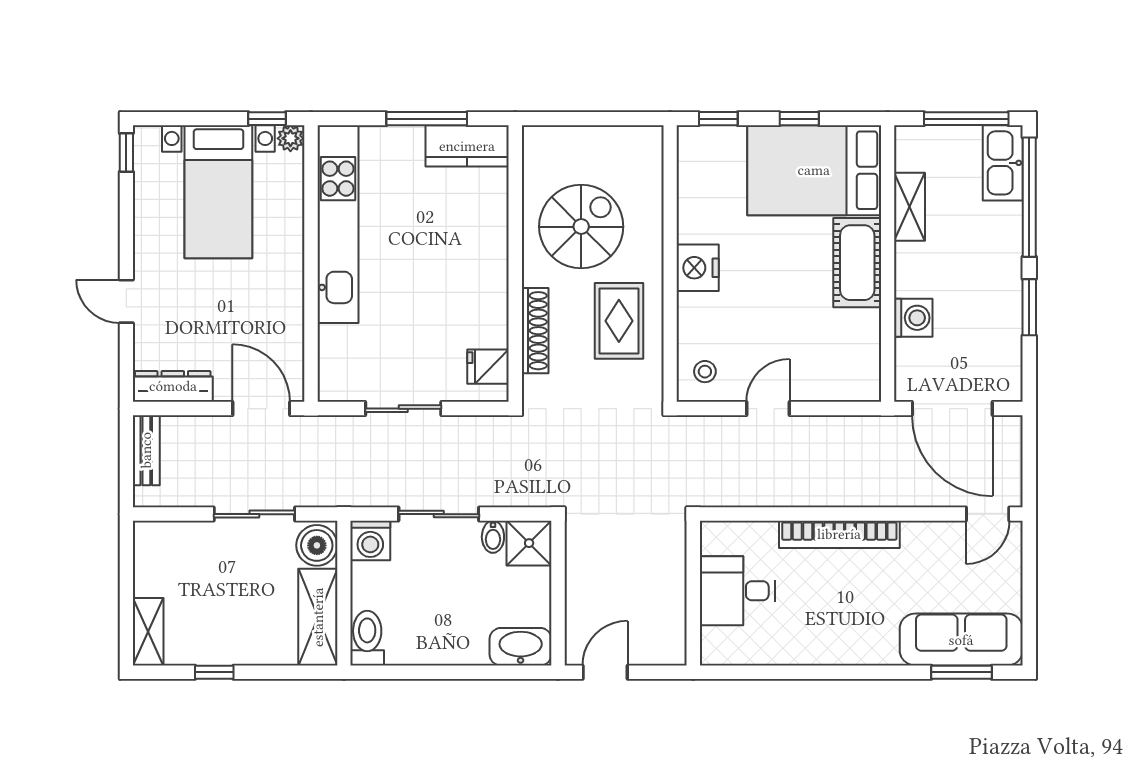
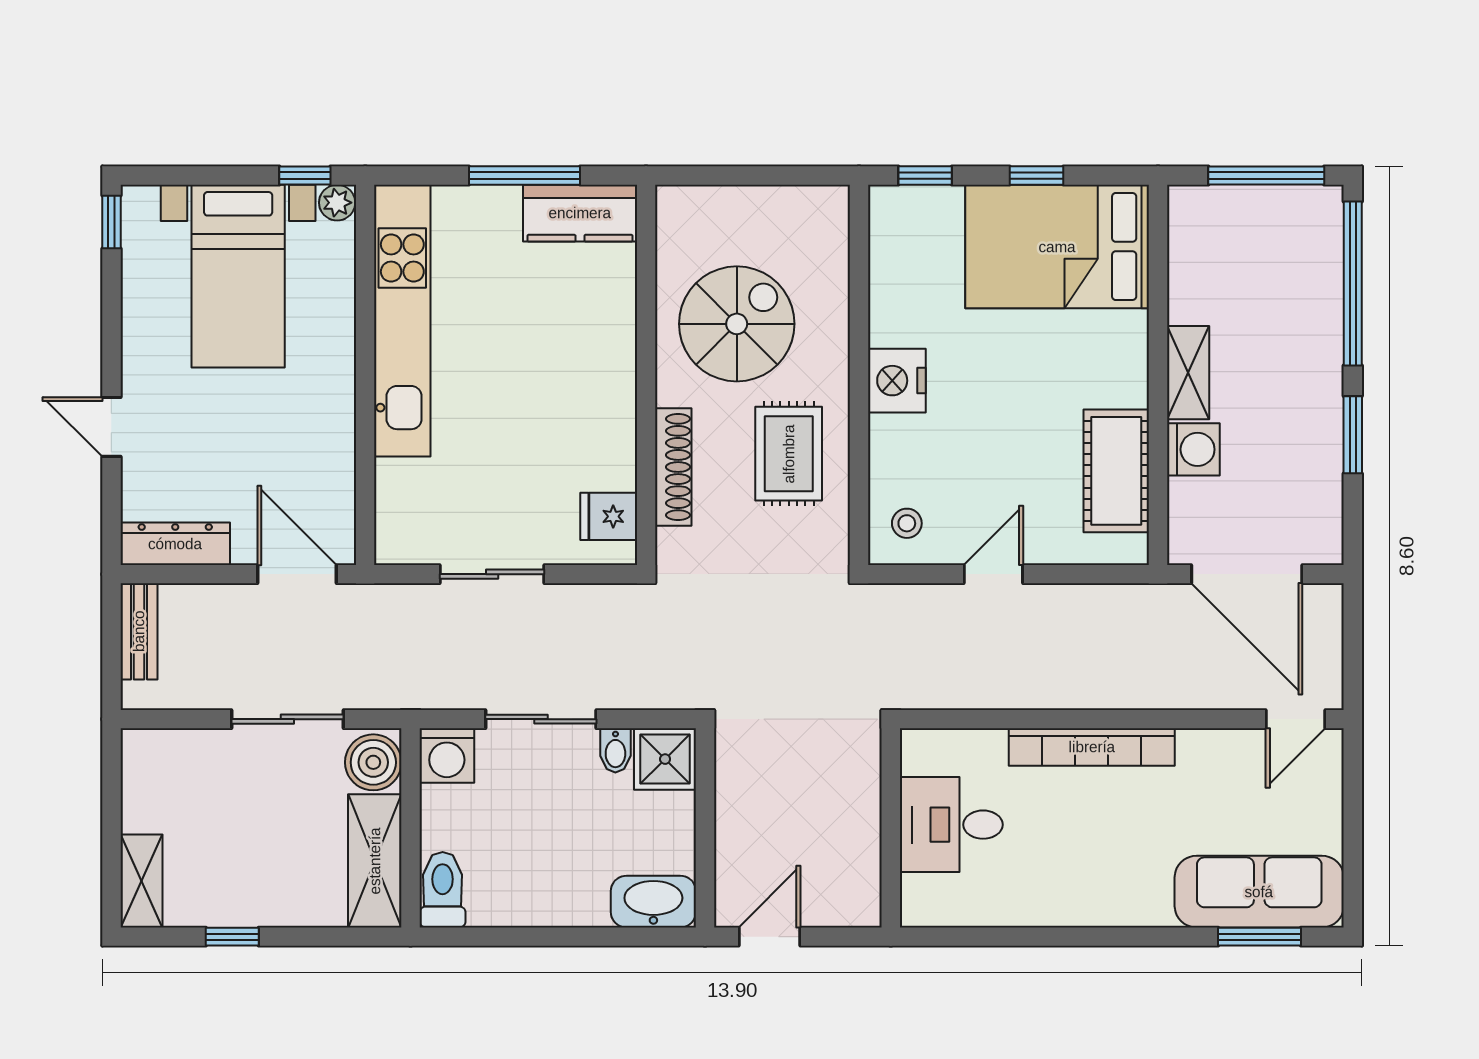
kitchen sink: (1003, 163) -> (1316, 236), removed
shelving: (910, 207) -> (1188, 373), moved
cot: (857, 263) -> (1116, 471), moved

